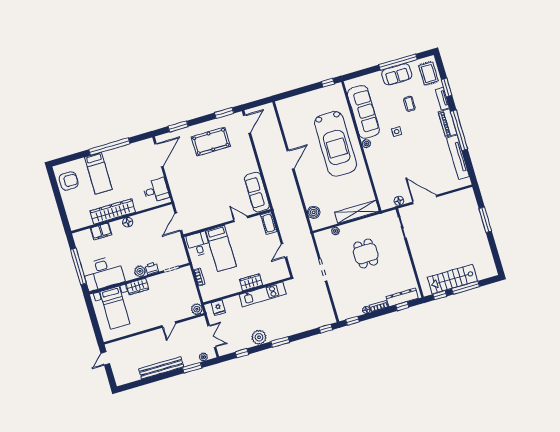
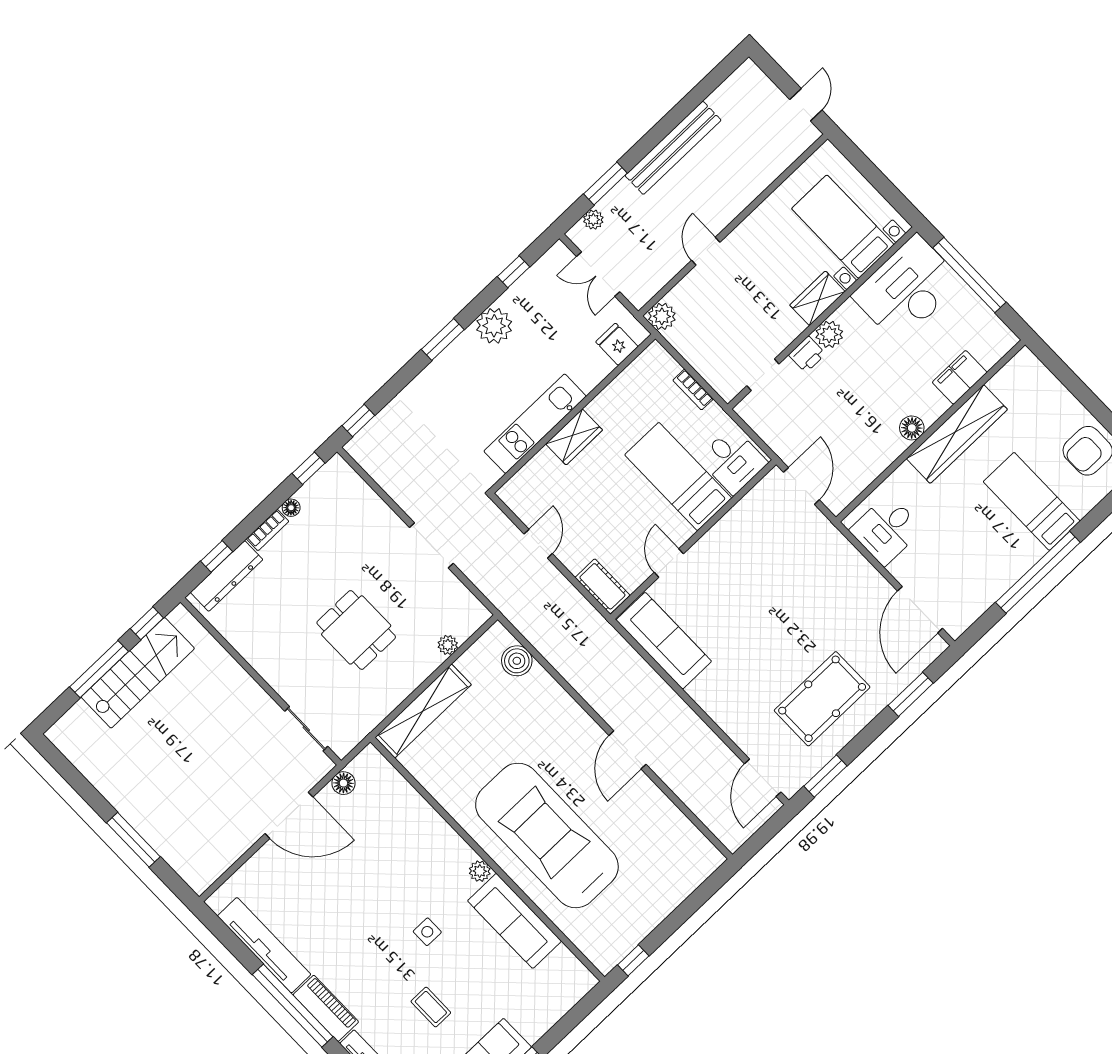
sofa: (363, 112) -> (514, 921), width x0.74, depth x0.79
door: (241, 219) -> (669, 563), swing flipped

